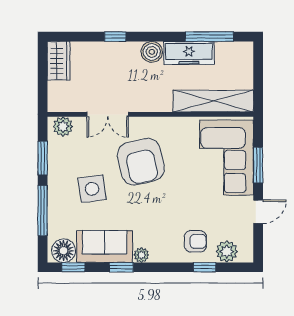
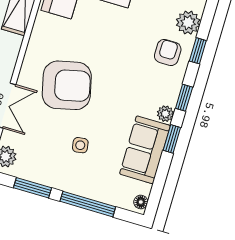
side table: (92, 189) -> (80, 145), width x0.54, depth x0.54
floor lamp: (64, 251) -> (141, 202), width x0.53, depth x0.53
window: (73, 267) -> (184, 98), moved

